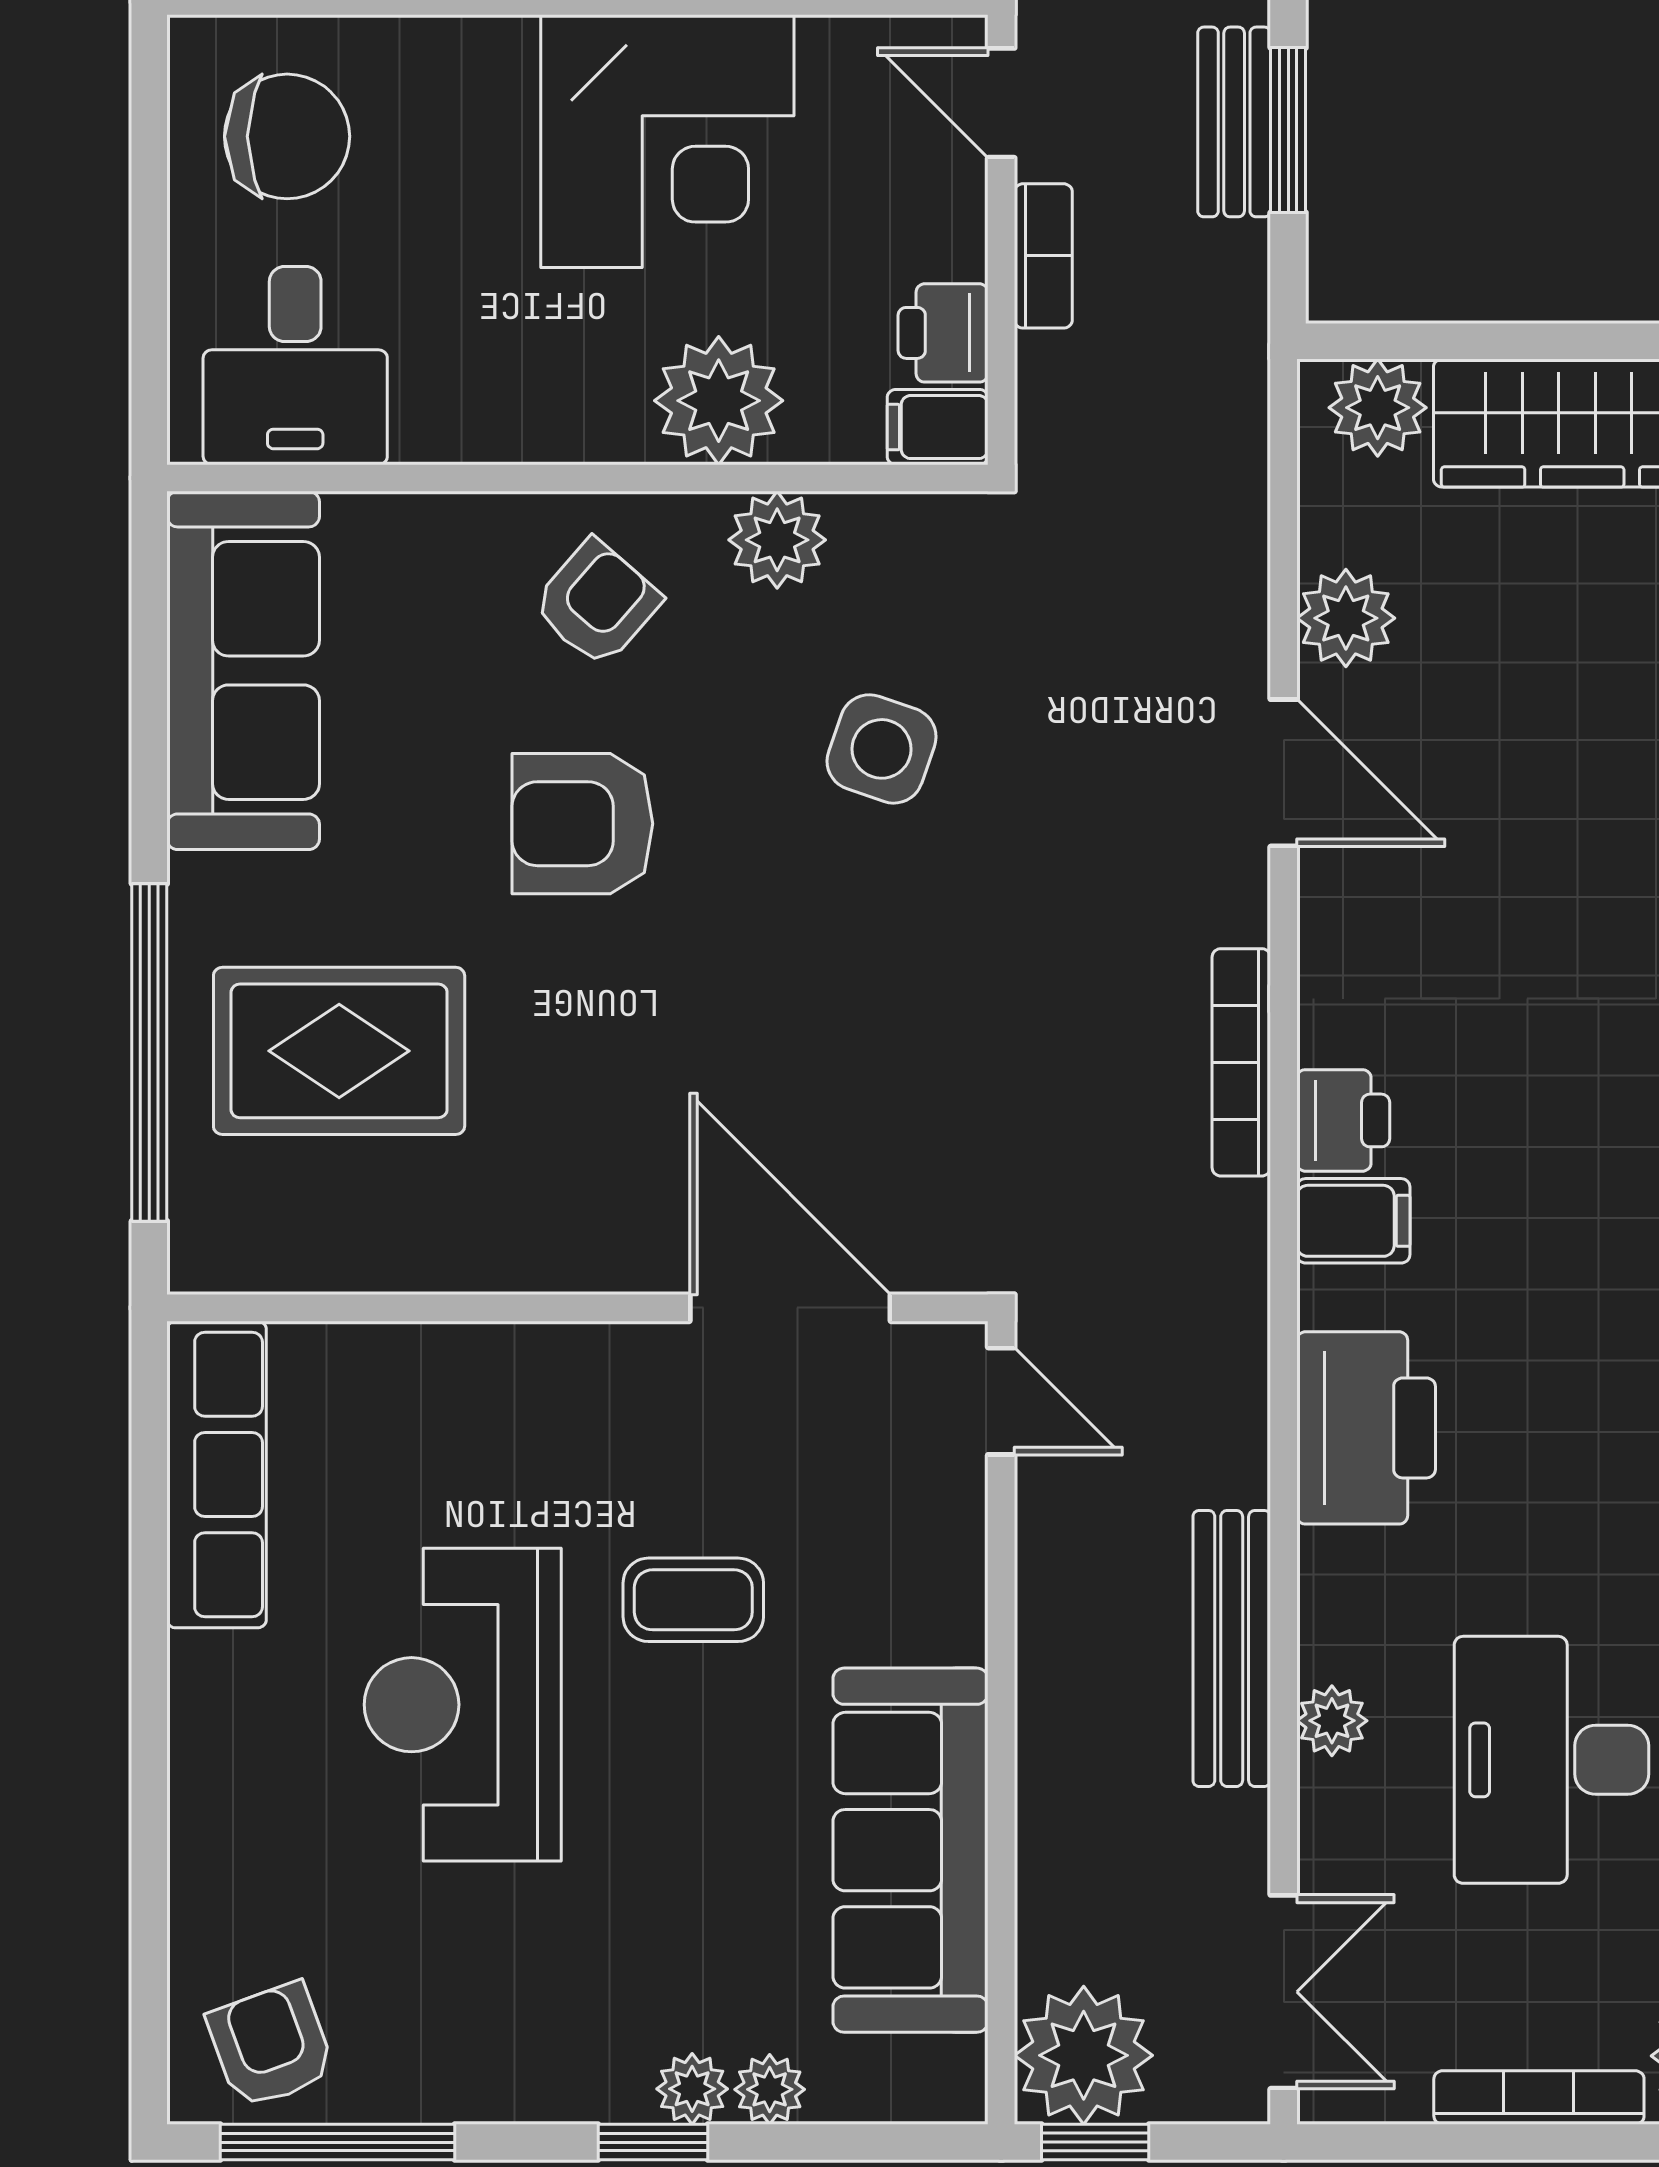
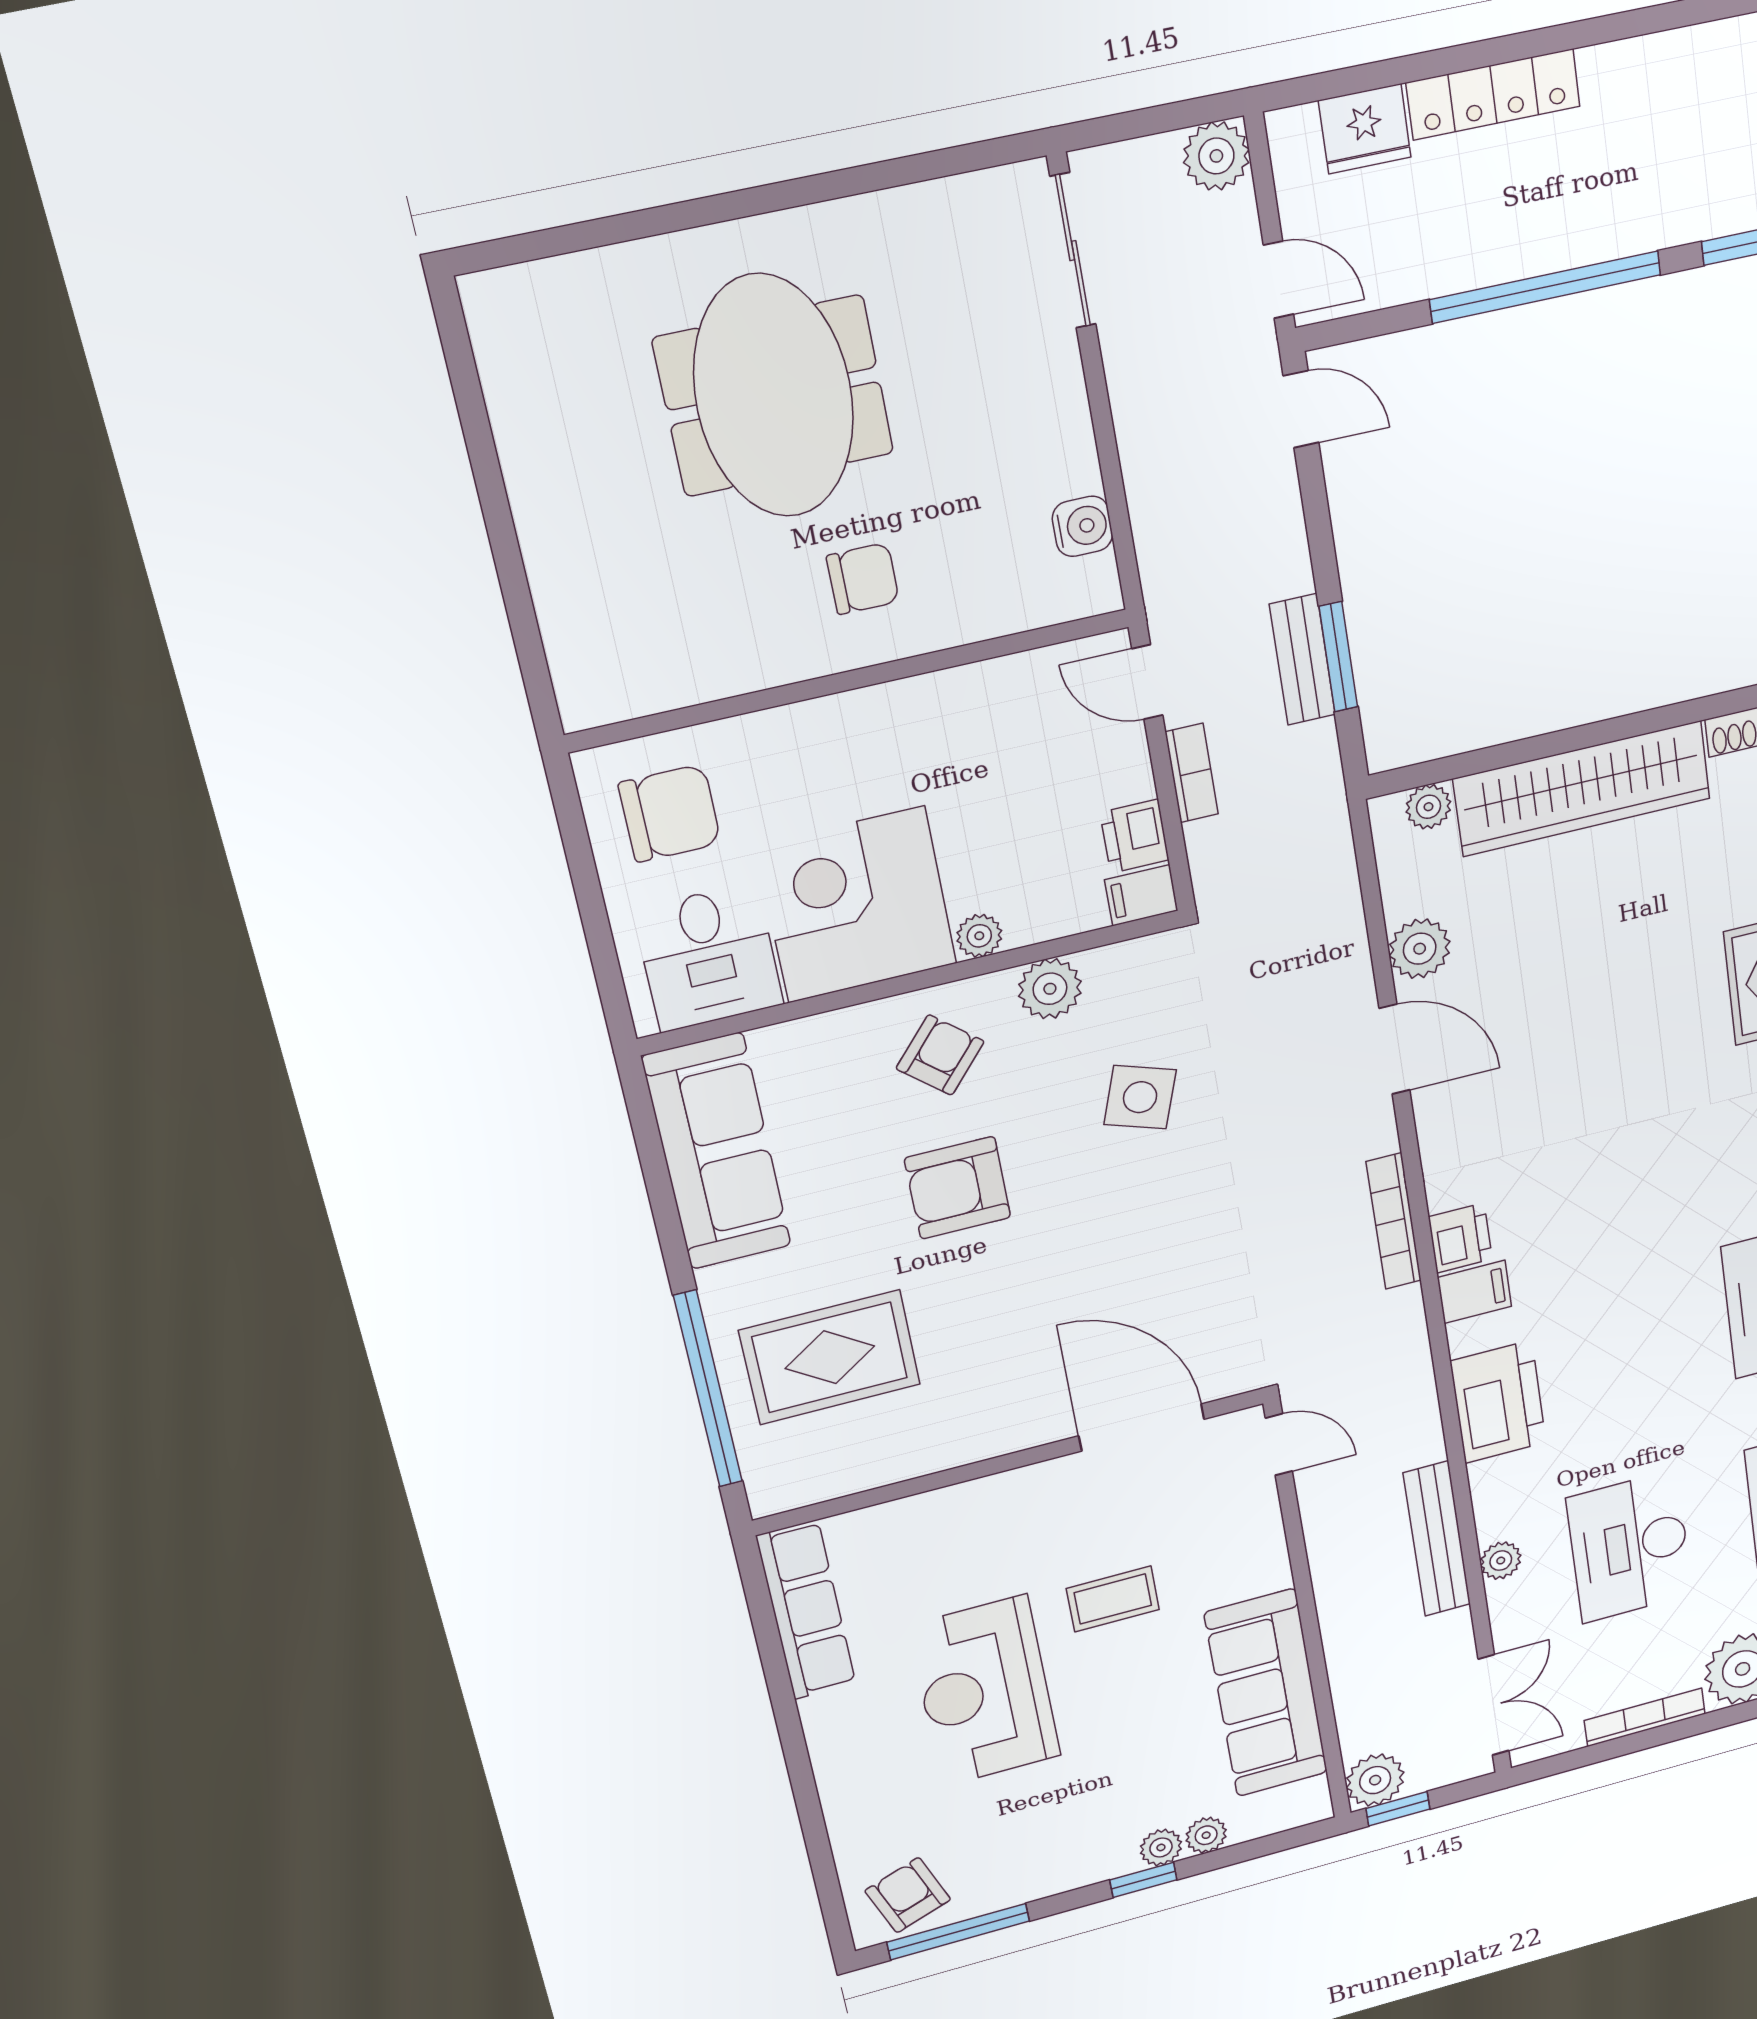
corner desk: (667, 141) -> (856, 905), moved, turned 180
plant: (719, 401) -> (979, 936), width x0.53, depth x0.53
plant: (1378, 408) -> (1428, 807), width x0.73, depth x0.73
plant: (1084, 2055) -> (1375, 1780), width x0.73, depth x0.73

